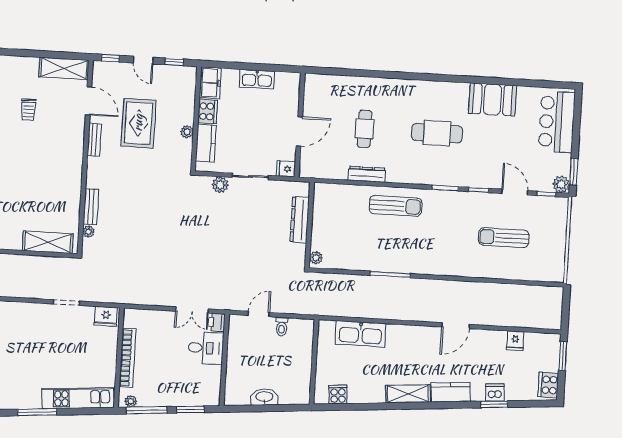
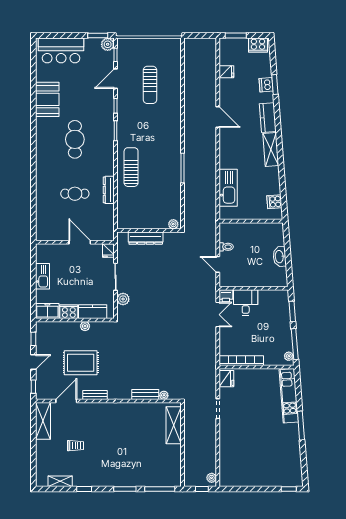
bookcase: (128, 358) -> (241, 361), moved

